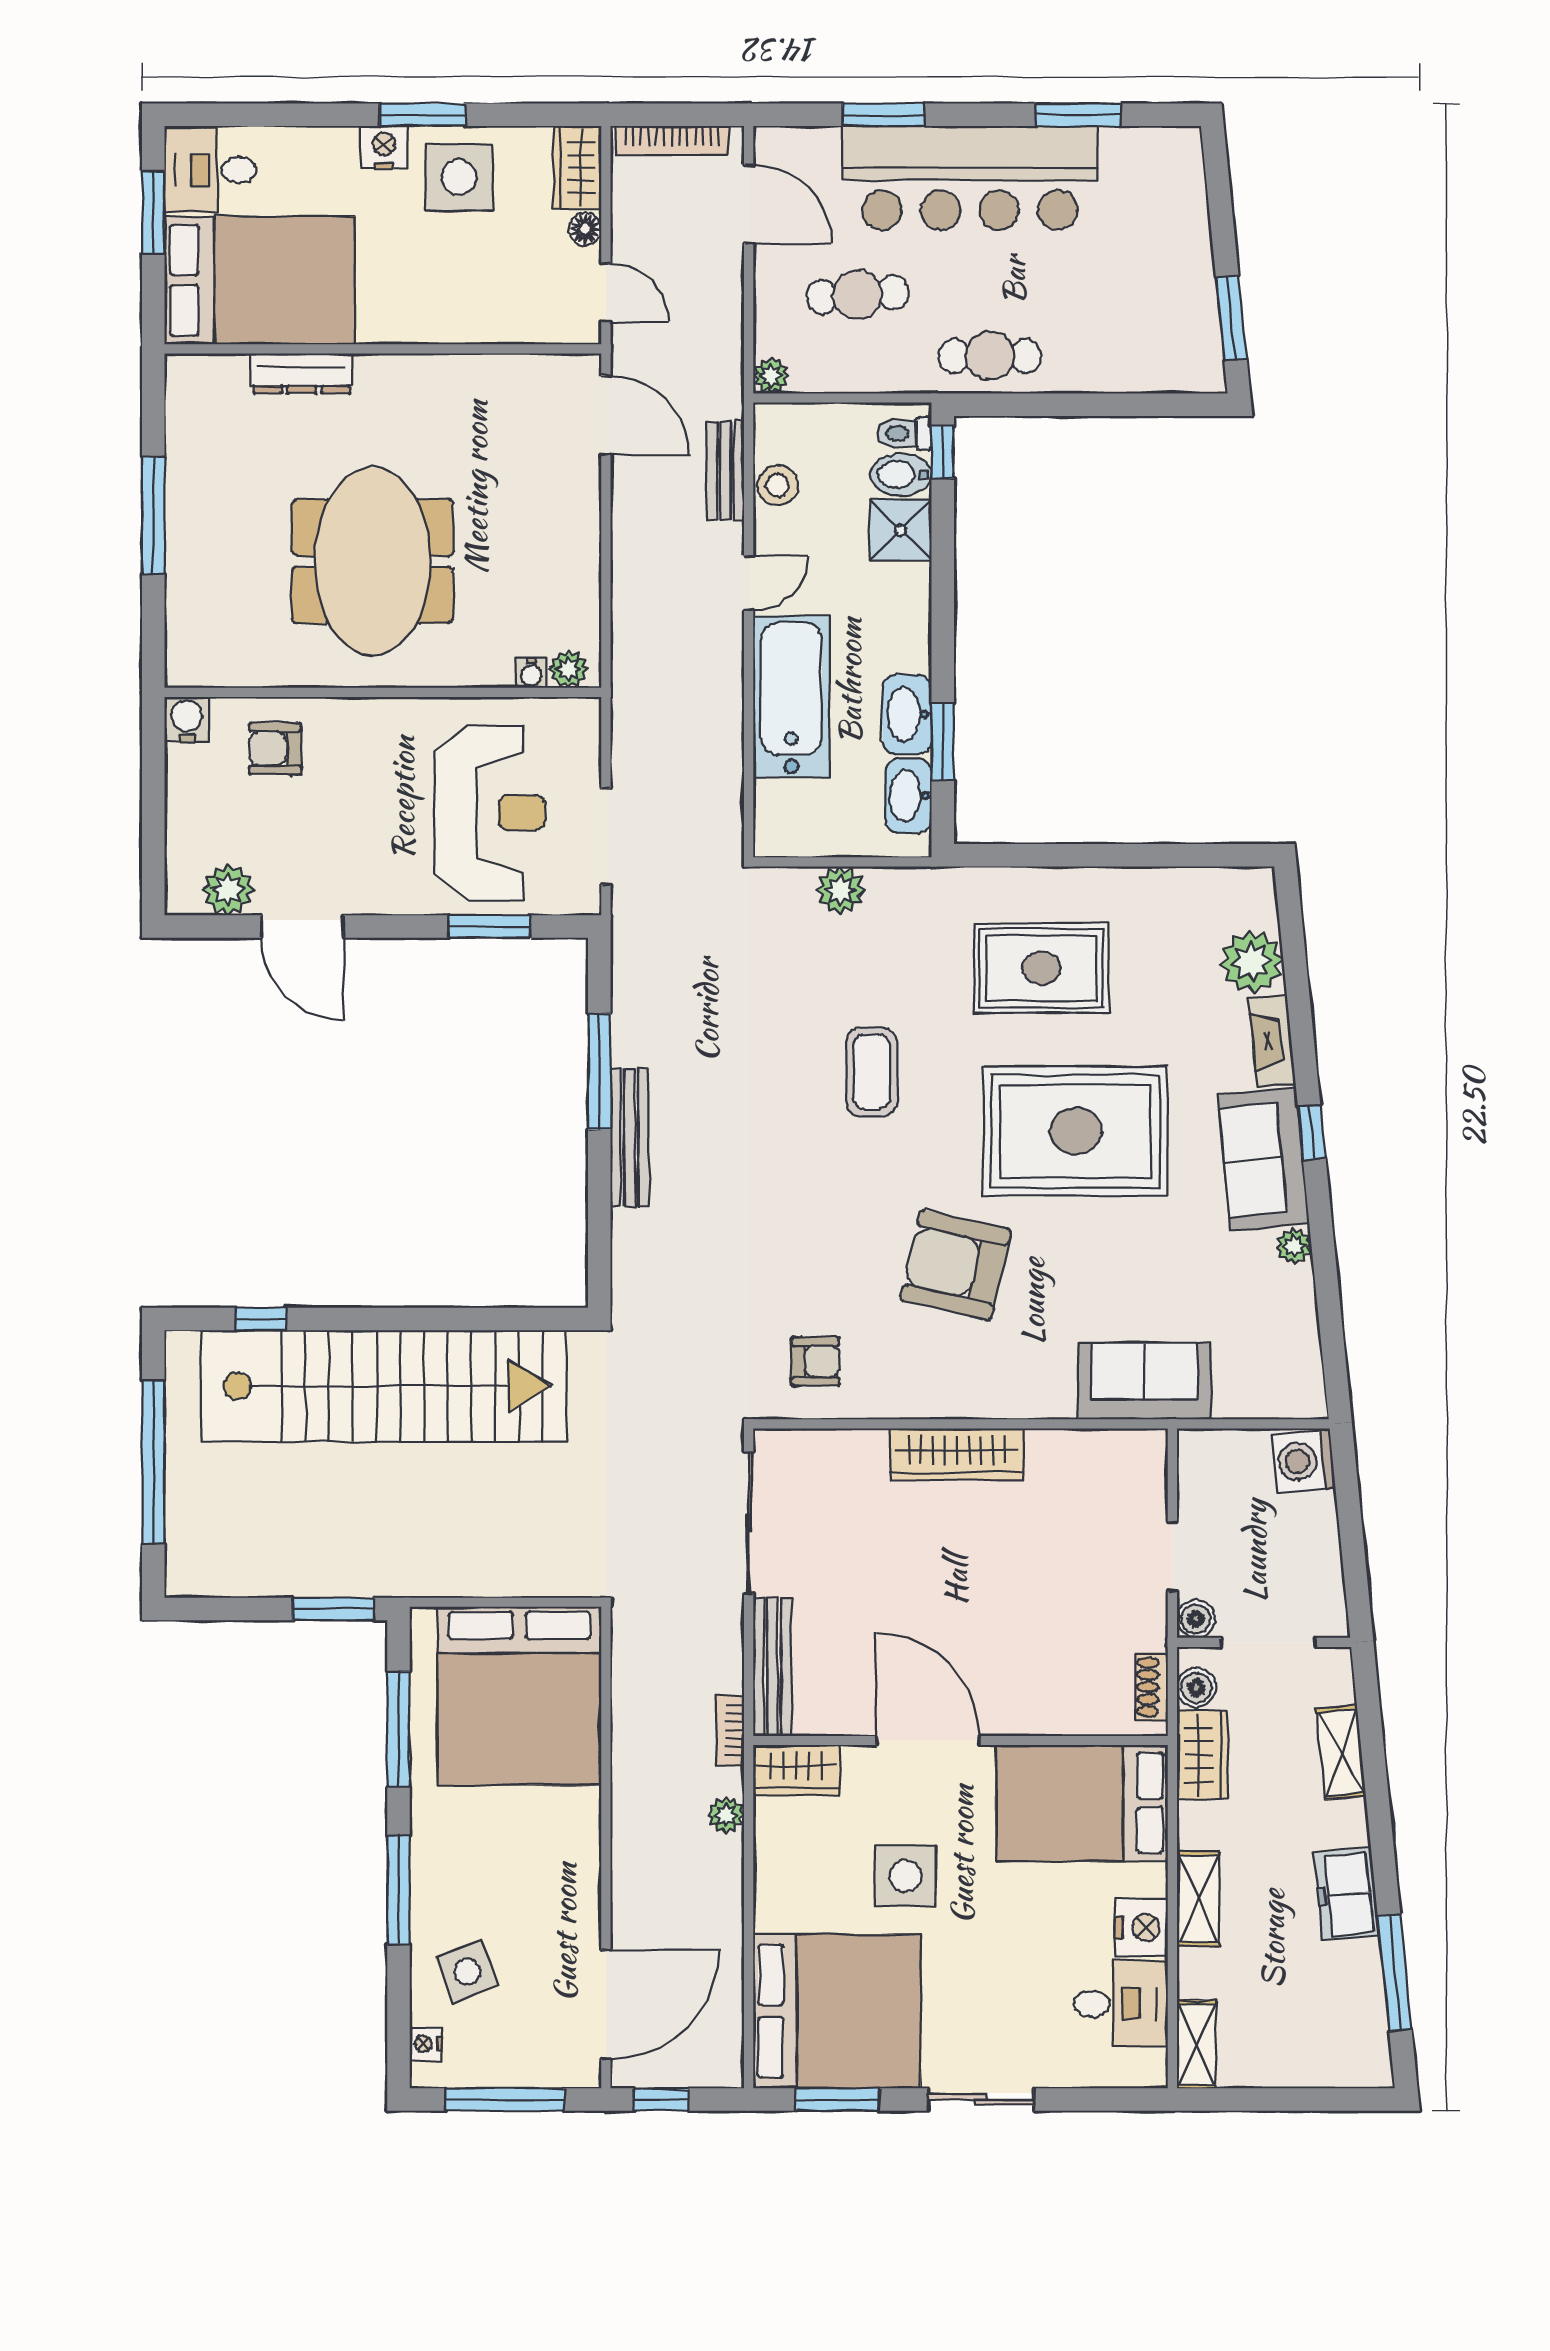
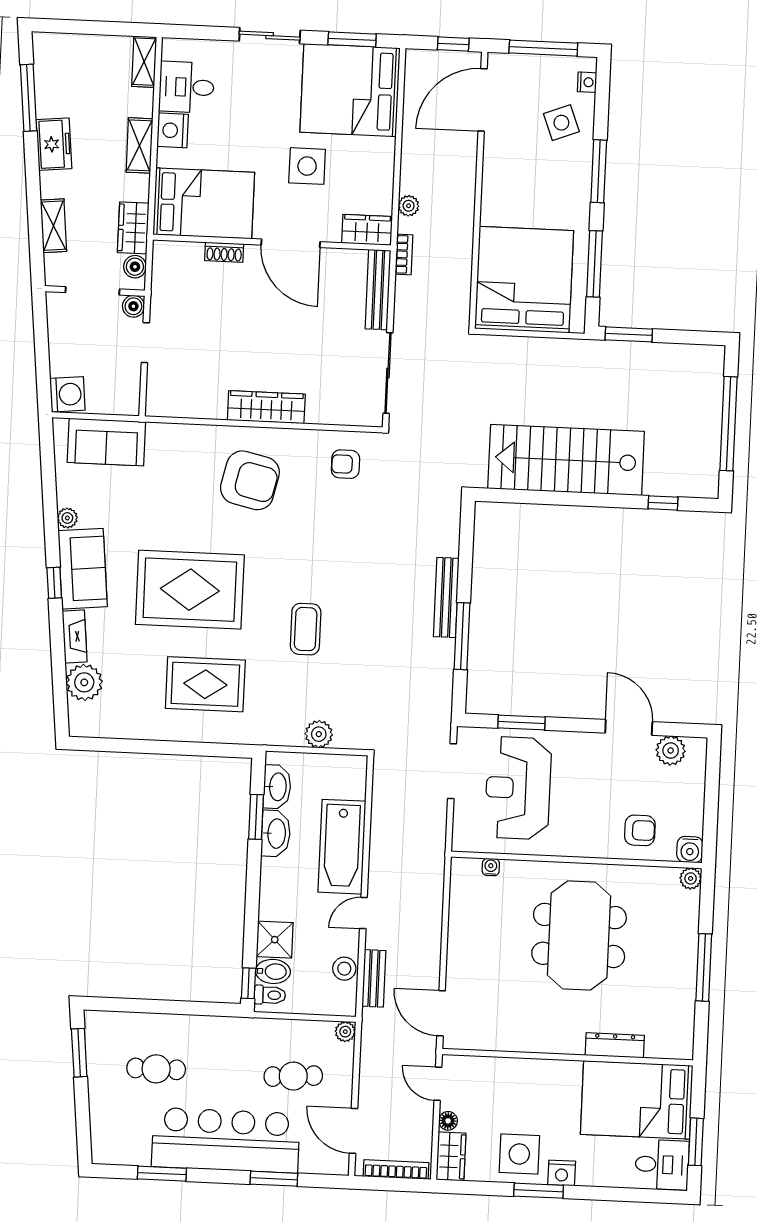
cafe table: (990, 356) -> (156, 1069), moved
plant: (568, 669) -> (691, 878), moved
armchair: (955, 1265) -> (250, 480), moved
sofa: (1145, 1381) -> (106, 442), moved
stairs: (384, 1386) -> (566, 460), width x0.73
shoe rack: (1152, 1687) -> (224, 252), moved, turned 90

